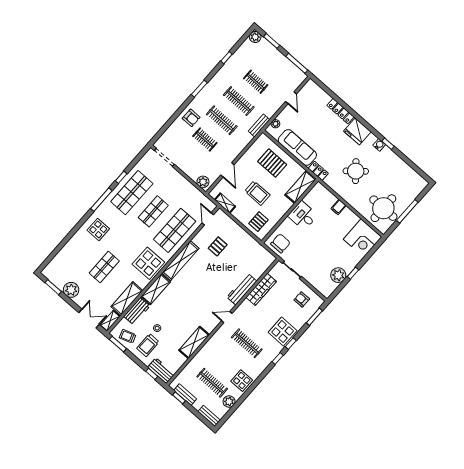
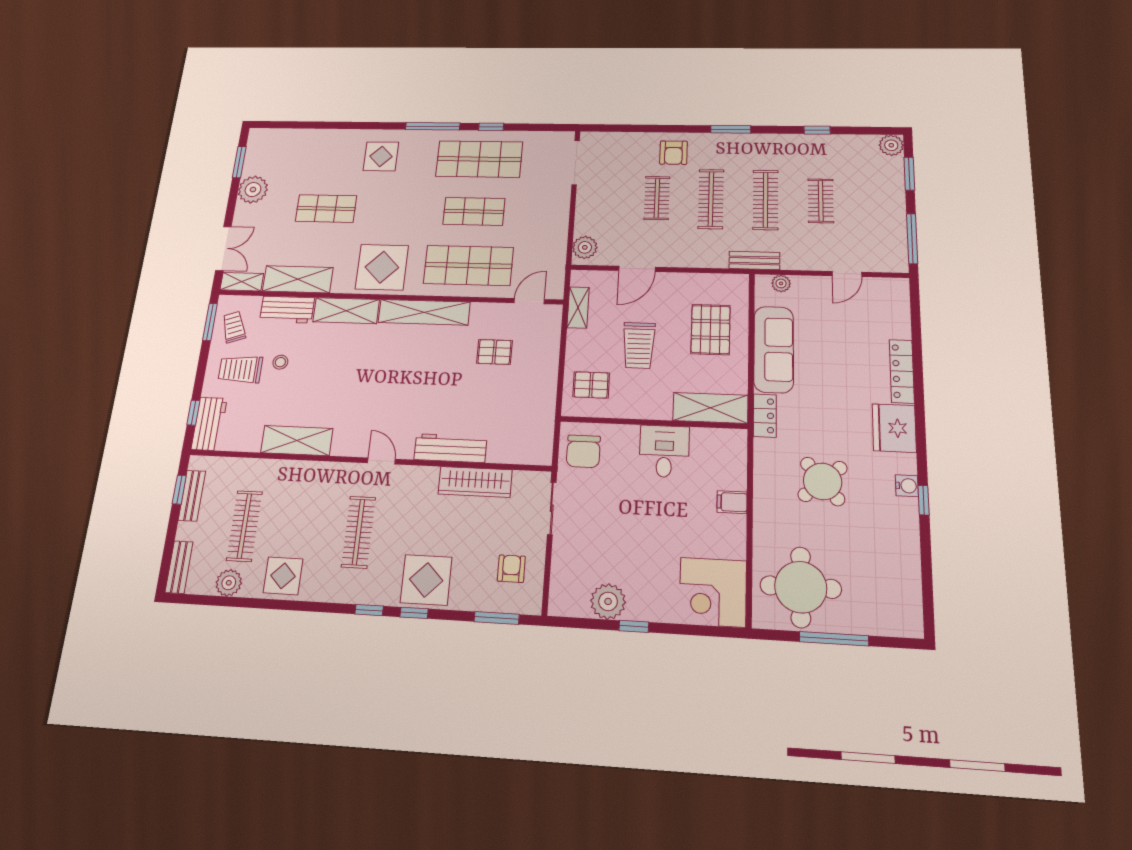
chair: (280, 243) -> (583, 451), turned 90

